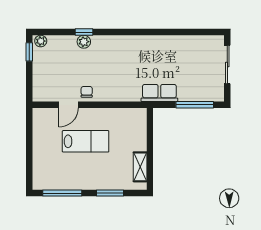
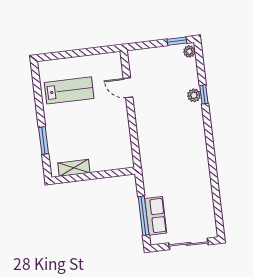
chair: (87, 92) -> (143, 104), removed
row of seats: (159, 93) -> (156, 216), moved
lab bench: (86, 141) -> (69, 90), moved, turned -90
window: (62, 193) -> (38, 92), removed

